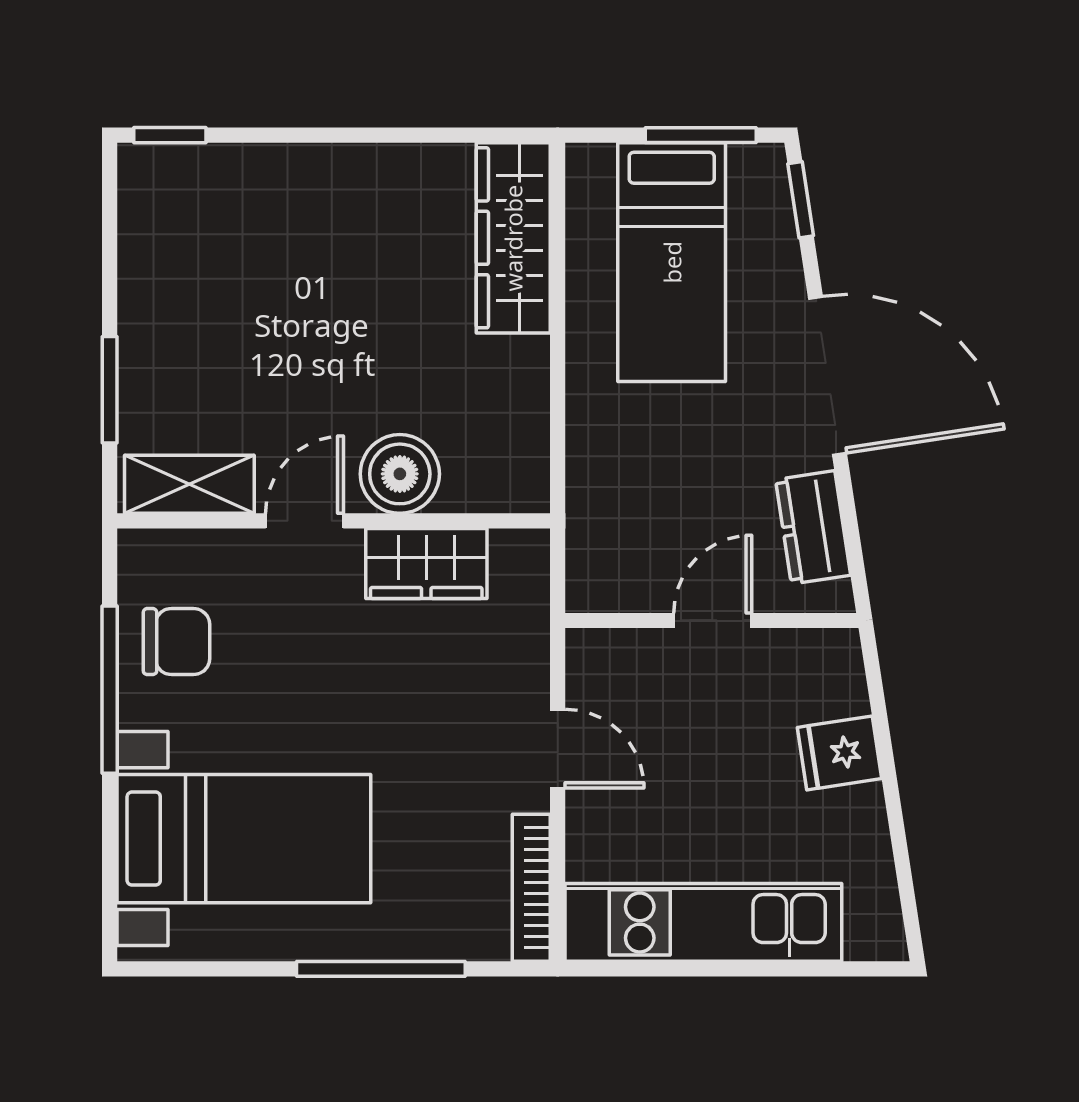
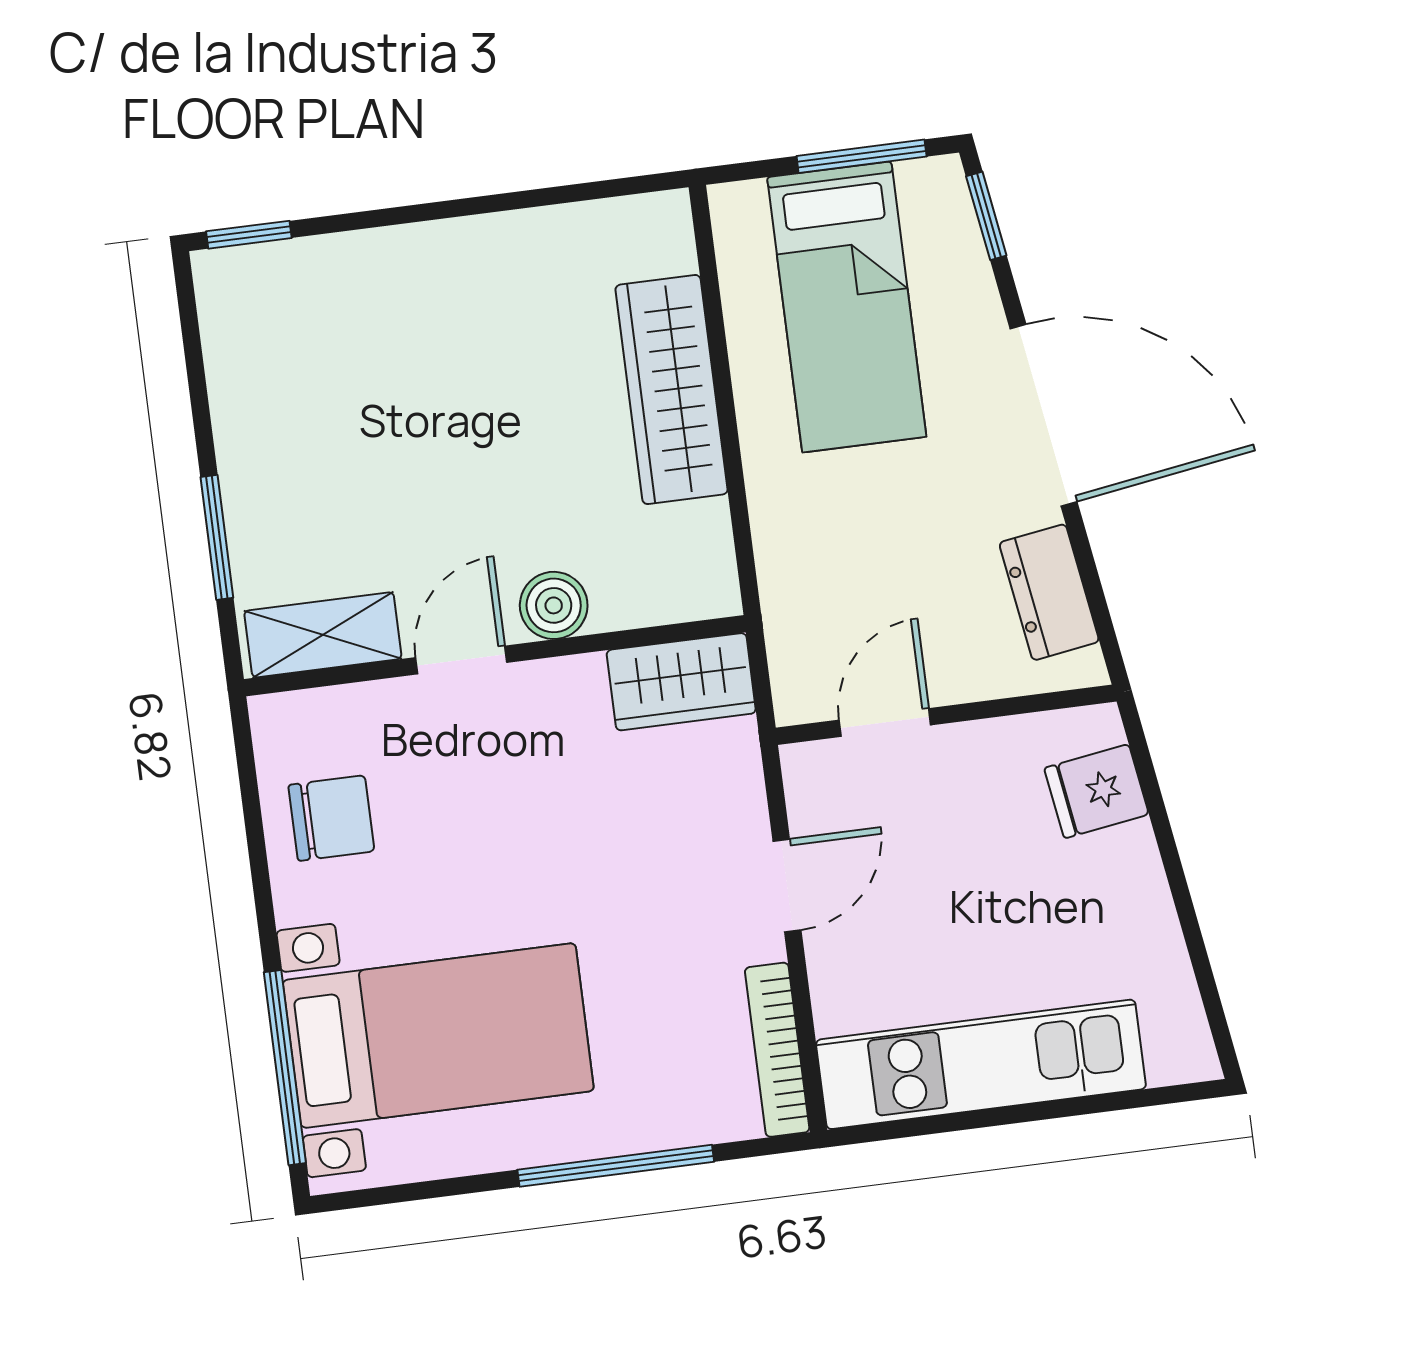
wardrobe: (513, 238) -> (672, 390), moved
boiler: (400, 474) -> (554, 605), width x0.73, depth x0.73
wardrobe: (426, 563) -> (681, 682), moved
door: (713, 620) -> (885, 722), moved
window: (110, 690) -> (285, 1068), moved
door: (558, 749) -> (787, 885), hinge flipped
fridge: (840, 753) -> (1096, 791), moved

